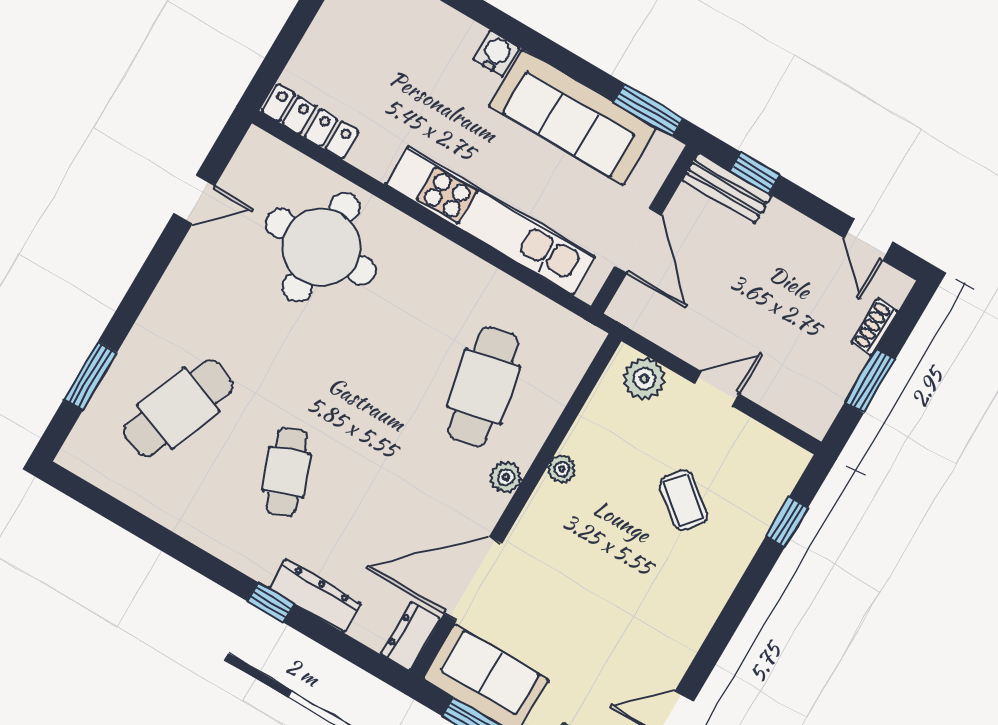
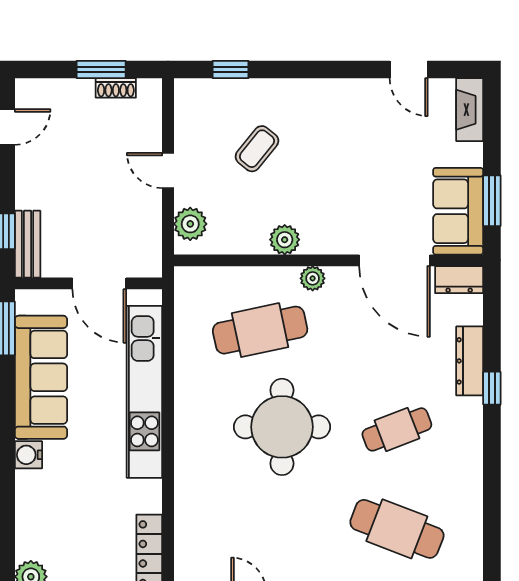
door: (638, 241) -> (99, 283), swing flipped
round table: (321, 247) -> (282, 427), moved
shoe rack: (875, 327) -> (116, 88), moved
plant: (562, 469) -> (285, 240), width x1.38, depth x1.38

